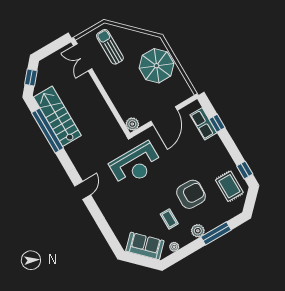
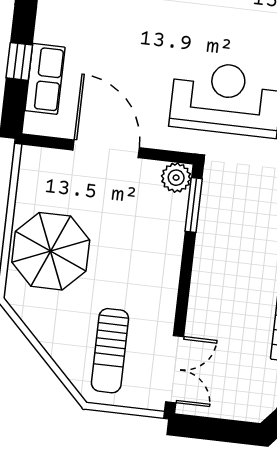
door: (164, 116) -> (106, 149), hinge flipped
window: (119, 119) -> (194, 205), added

